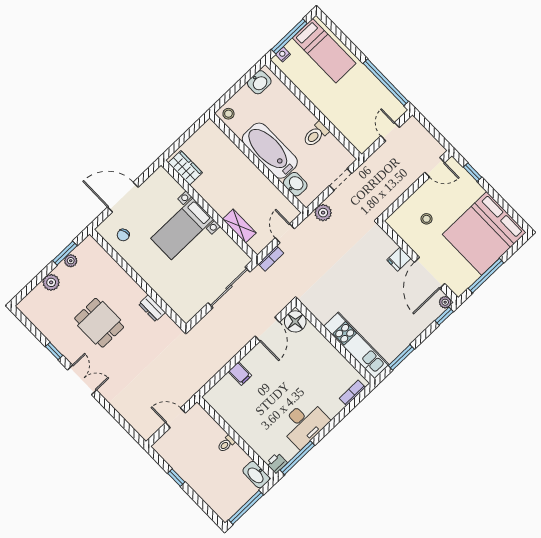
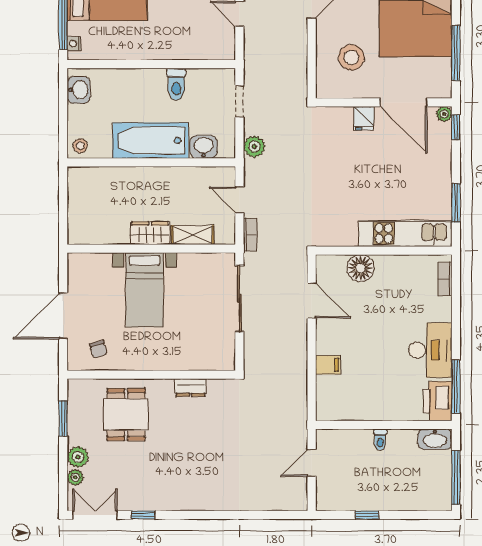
wardrobe: (185, 168) -> (150, 233), moved
stool: (427, 219) -> (351, 57), width x1.89, depth x1.89
plant: (71, 261) -> (75, 477), moved
floor lamp: (295, 321) -> (361, 268), moved
dining table: (99, 323) -> (126, 415), moved, turned 90
double door: (82, 380) -> (95, 515), moved
printer: (277, 463) -> (438, 401), width x1.87, depth x1.48

